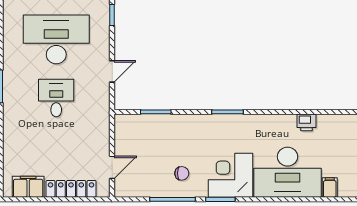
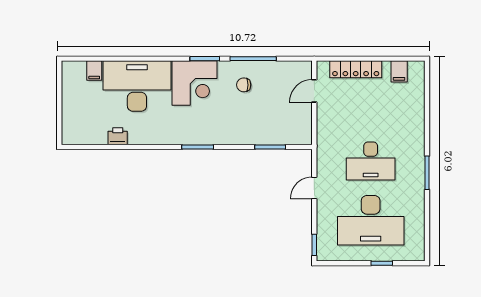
desk: (56, 98) -> (371, 161), width x1.37
filing cabinet: (28, 187) -> (399, 71), width x0.50

